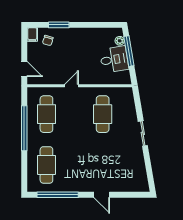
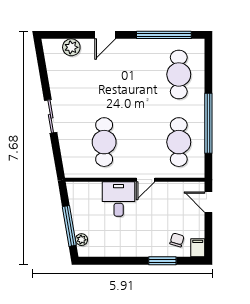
desk: (114, 59) -> (119, 199), moved, turned 100
plant: (127, 185) -> (71, 47), added
door: (102, 195) -> (105, 35), swing flipped

